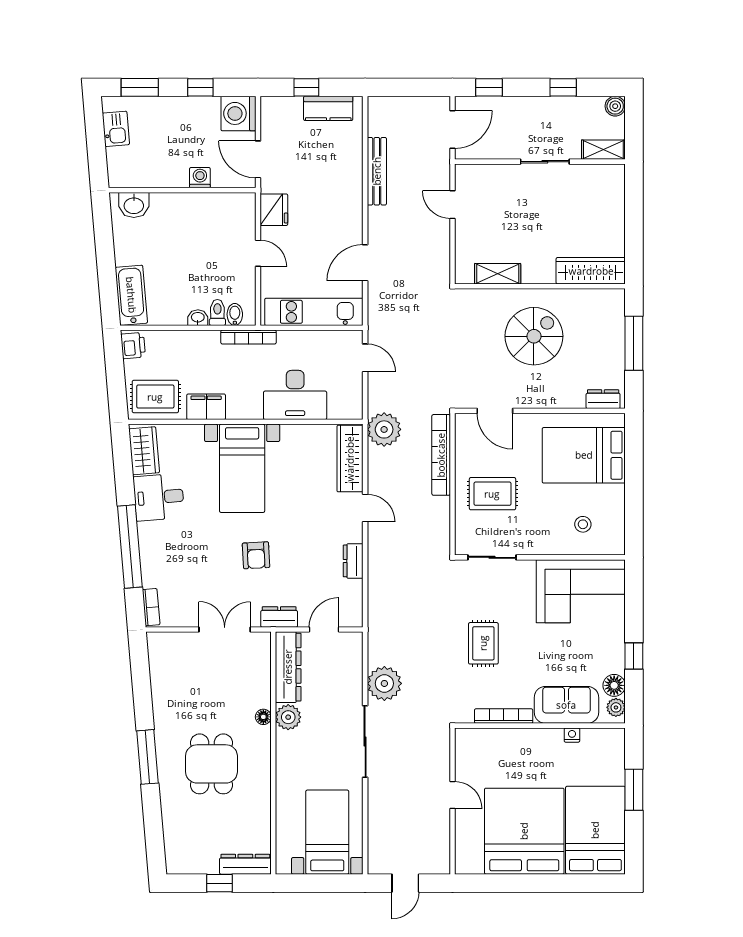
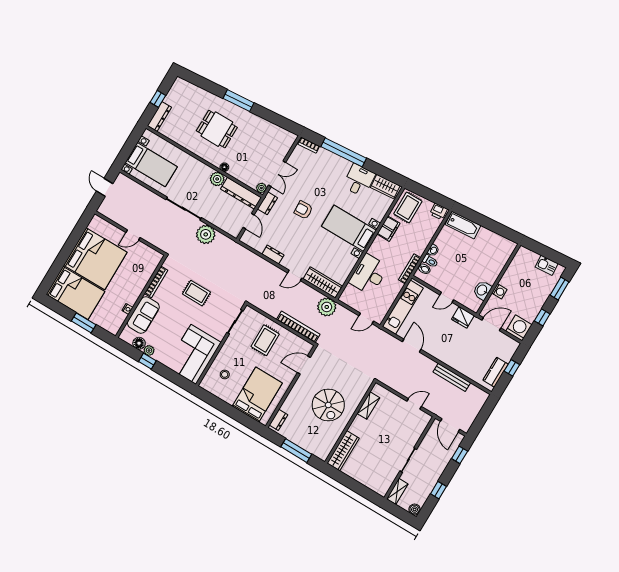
washbasin: (134, 205) -> (482, 290), moved
plant: (261, 641) -> (261, 188), added
plant: (616, 707) -> (149, 350), moved

